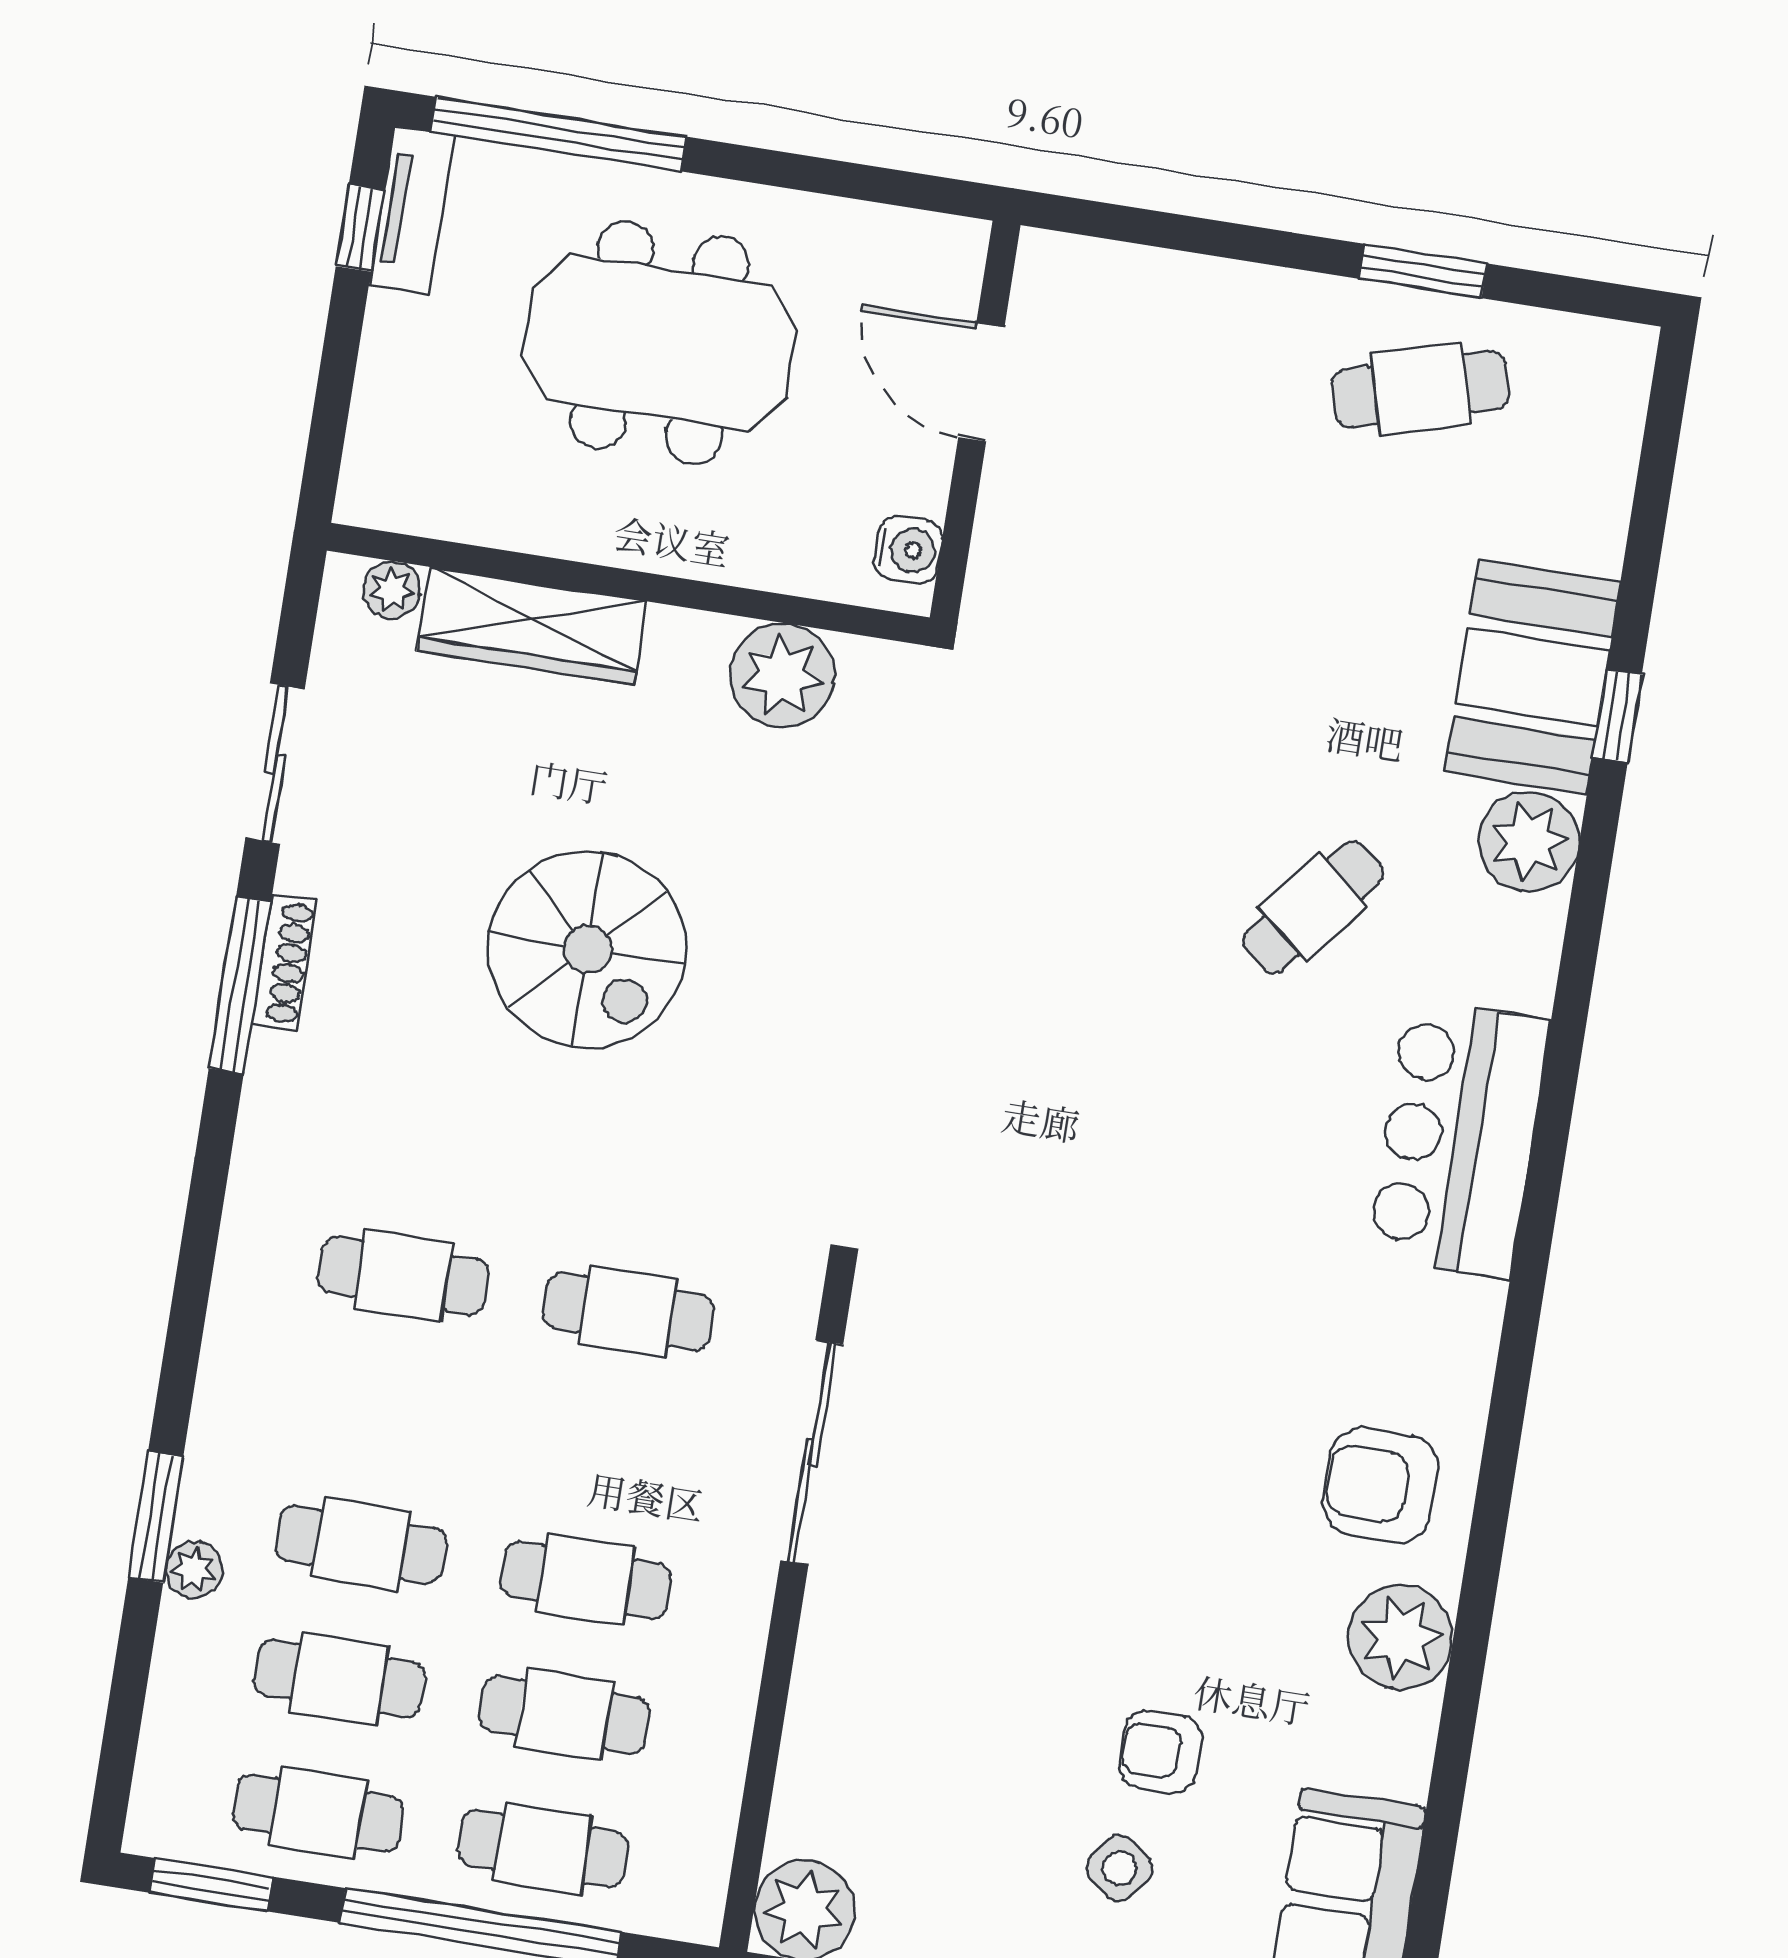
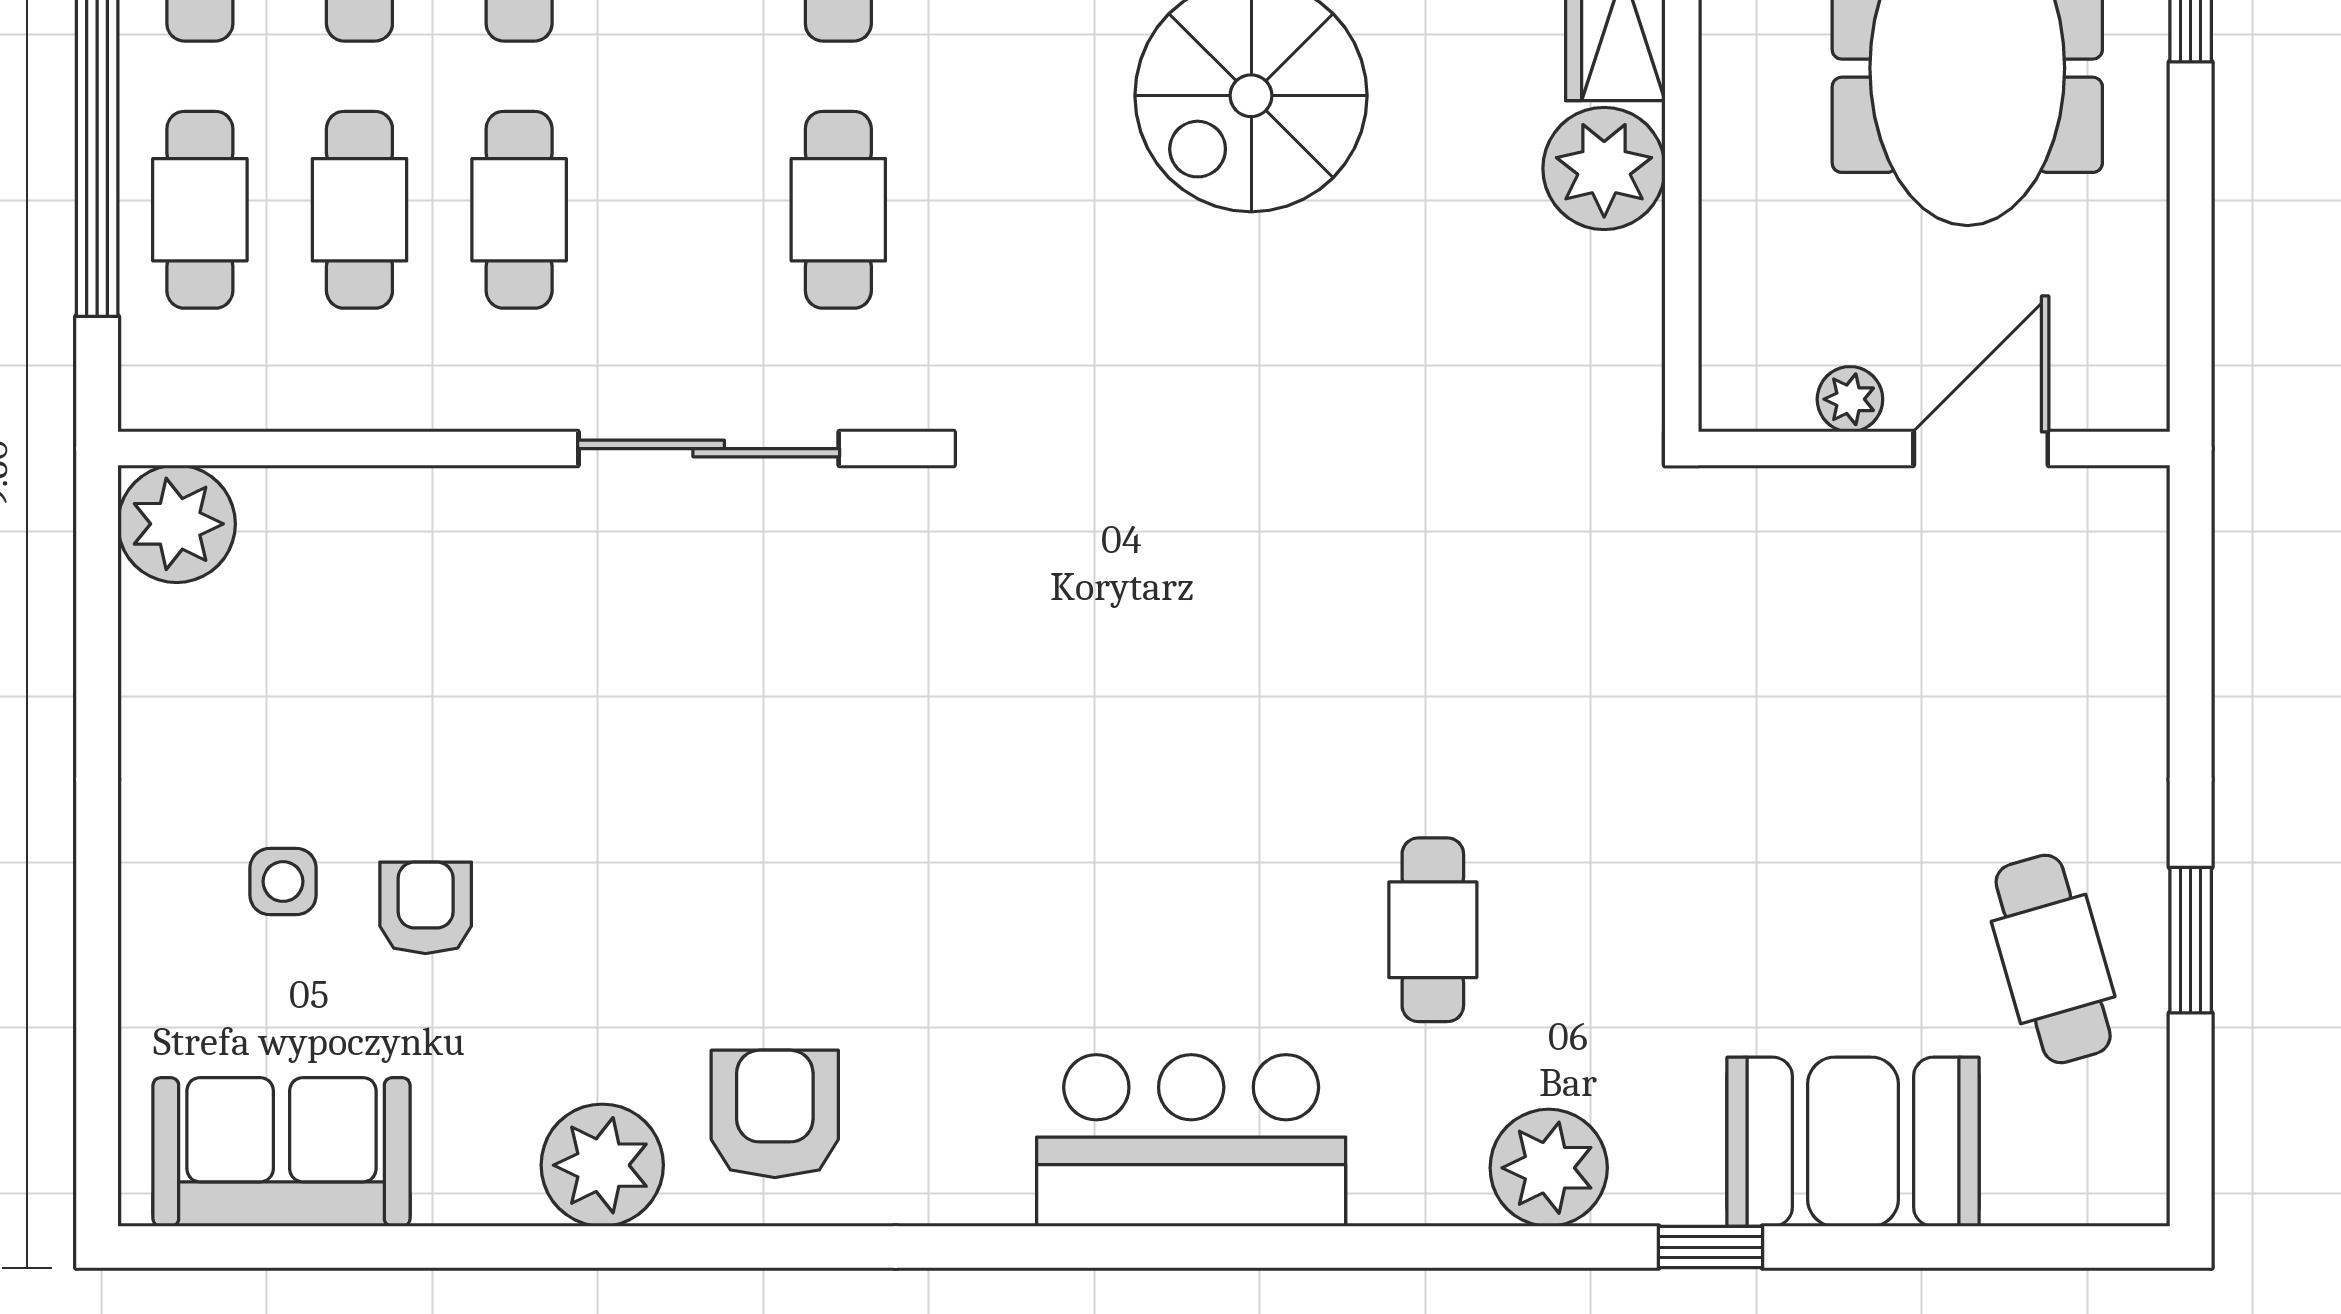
plant: (922, 486) -> (1850, 399), added
water cooler: (908, 550) -> (1773, 394), removed
plant: (782, 675) -> (1604, 168), moved
booth: (1532, 677) -> (1853, 1142), moved
cafe table: (1313, 907) -> (1433, 930), turned 51
side table: (1119, 1868) -> (283, 882), turned -38

